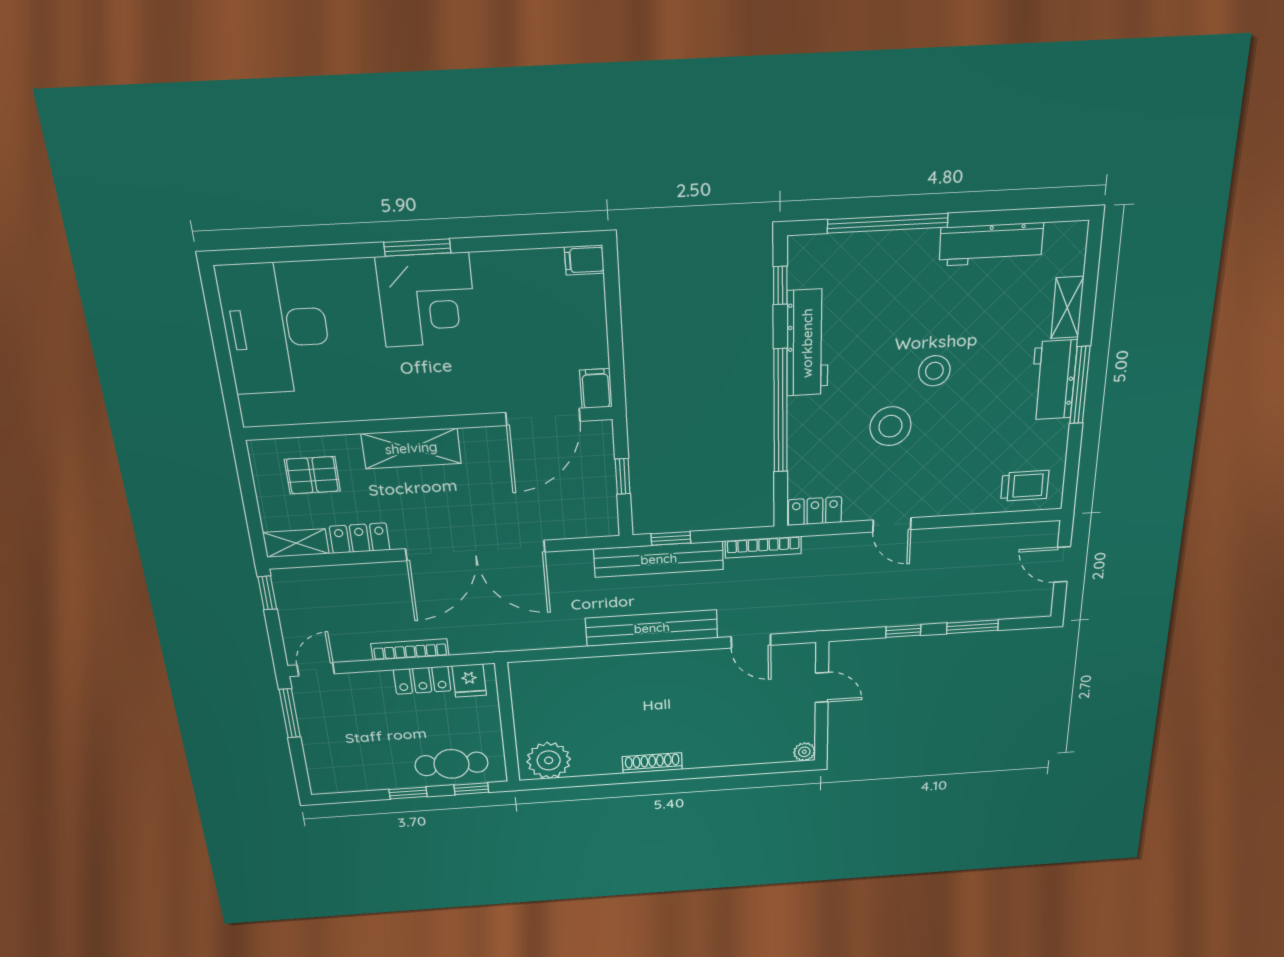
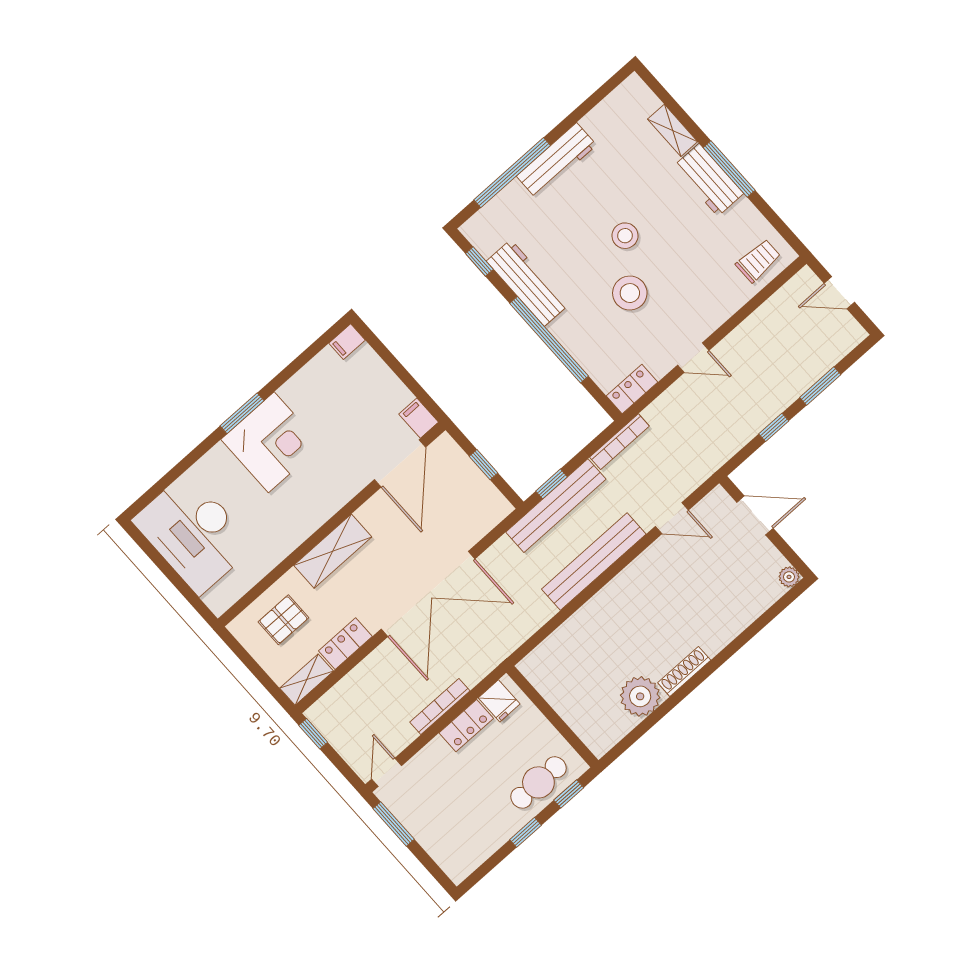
workbench: (991, 244) -> (556, 161), moved
door: (822, 687) -> (755, 515), width x1.38
plant: (549, 760) -> (640, 696), moved

